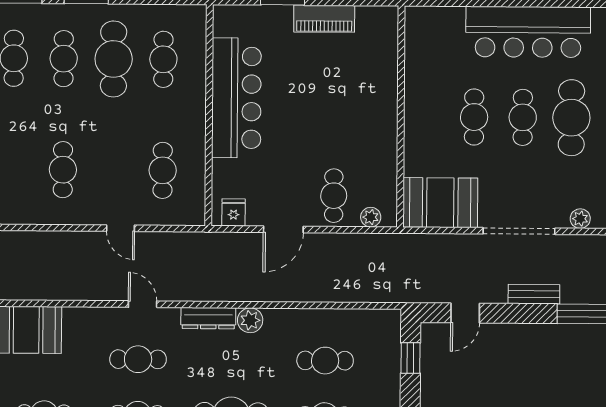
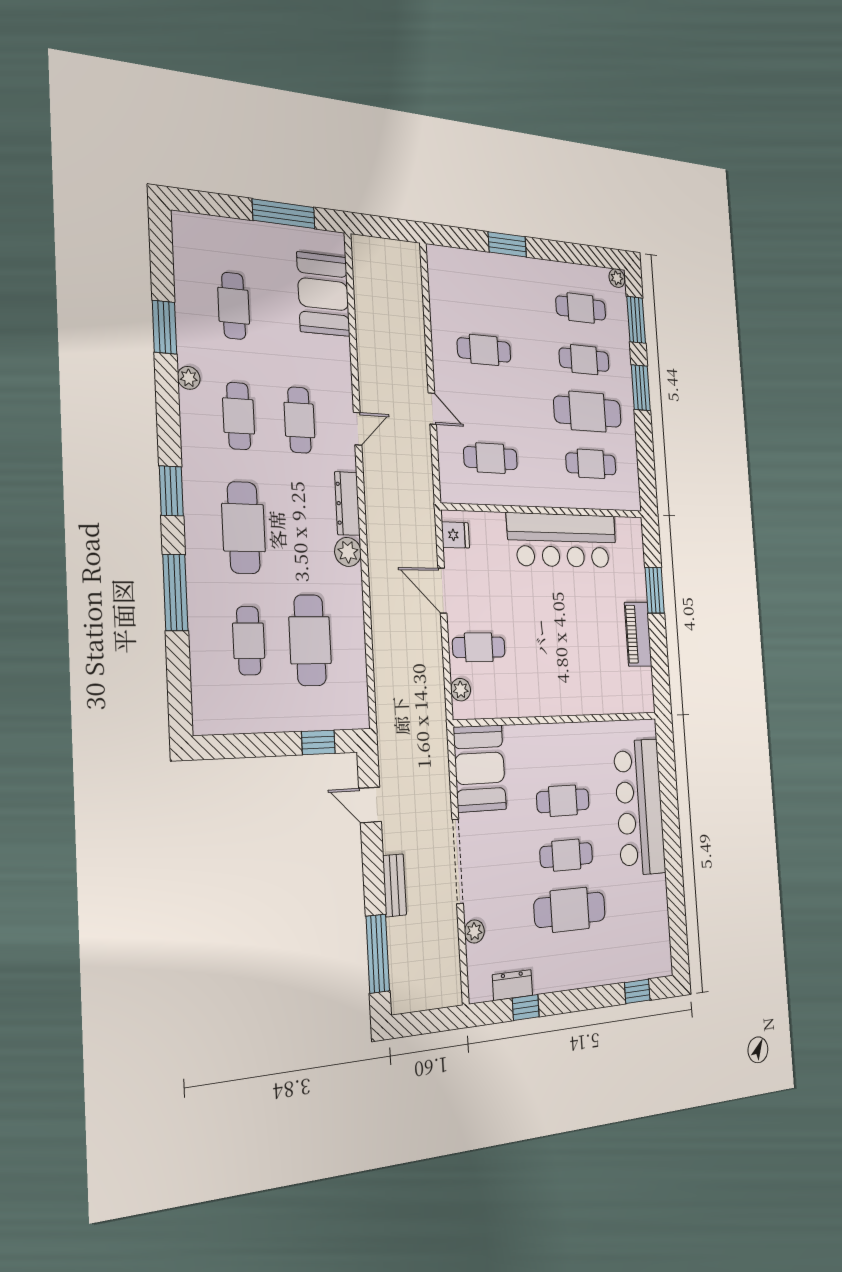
bar counter: (528, 32) -> (640, 807), moved
door: (121, 228) -> (432, 409), swing flipped
cafe table: (325, 361) -> (310, 640), width x1.37, depth x1.35

